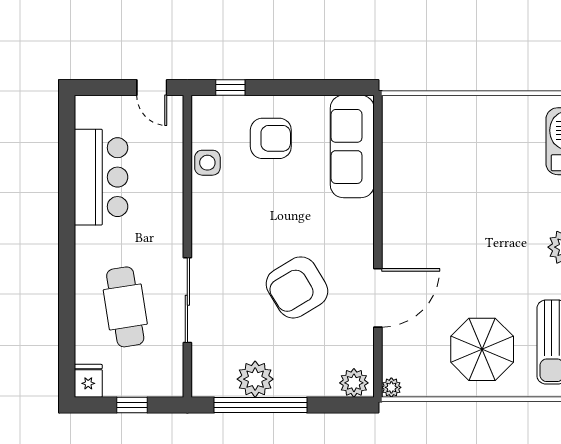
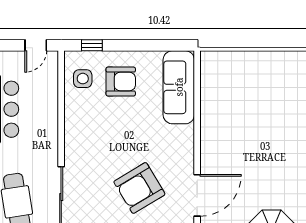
door: (152, 87) -> (36, 45), hinge flipped
side table: (207, 163) -> (83, 79), moved

